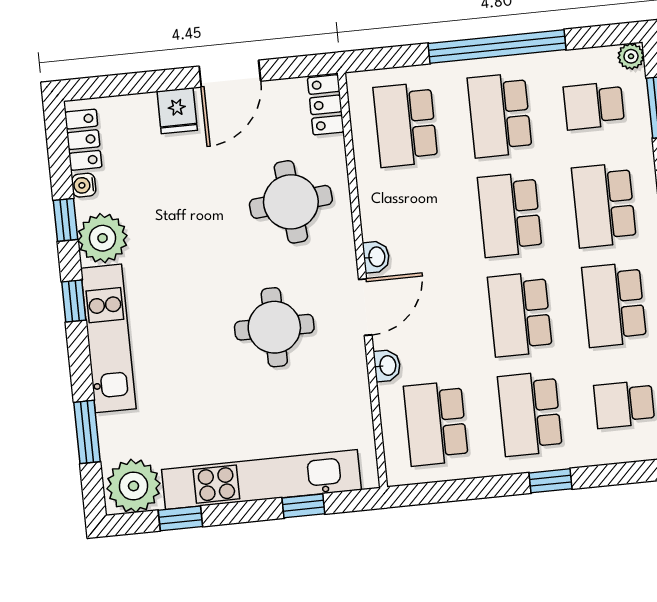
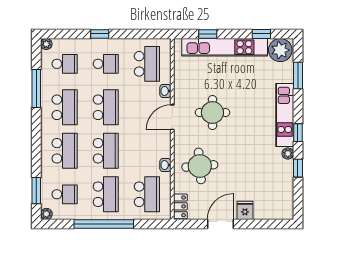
locker: (83, 140) -> (287, 202), removed
water cooler: (84, 185) -> (289, 182), removed
plant: (103, 238) -> (288, 154), width x0.53, depth x0.53
washbasin: (376, 257) -> (165, 165), moved
school desk: (530, 414) -> (106, 64), width x0.54

